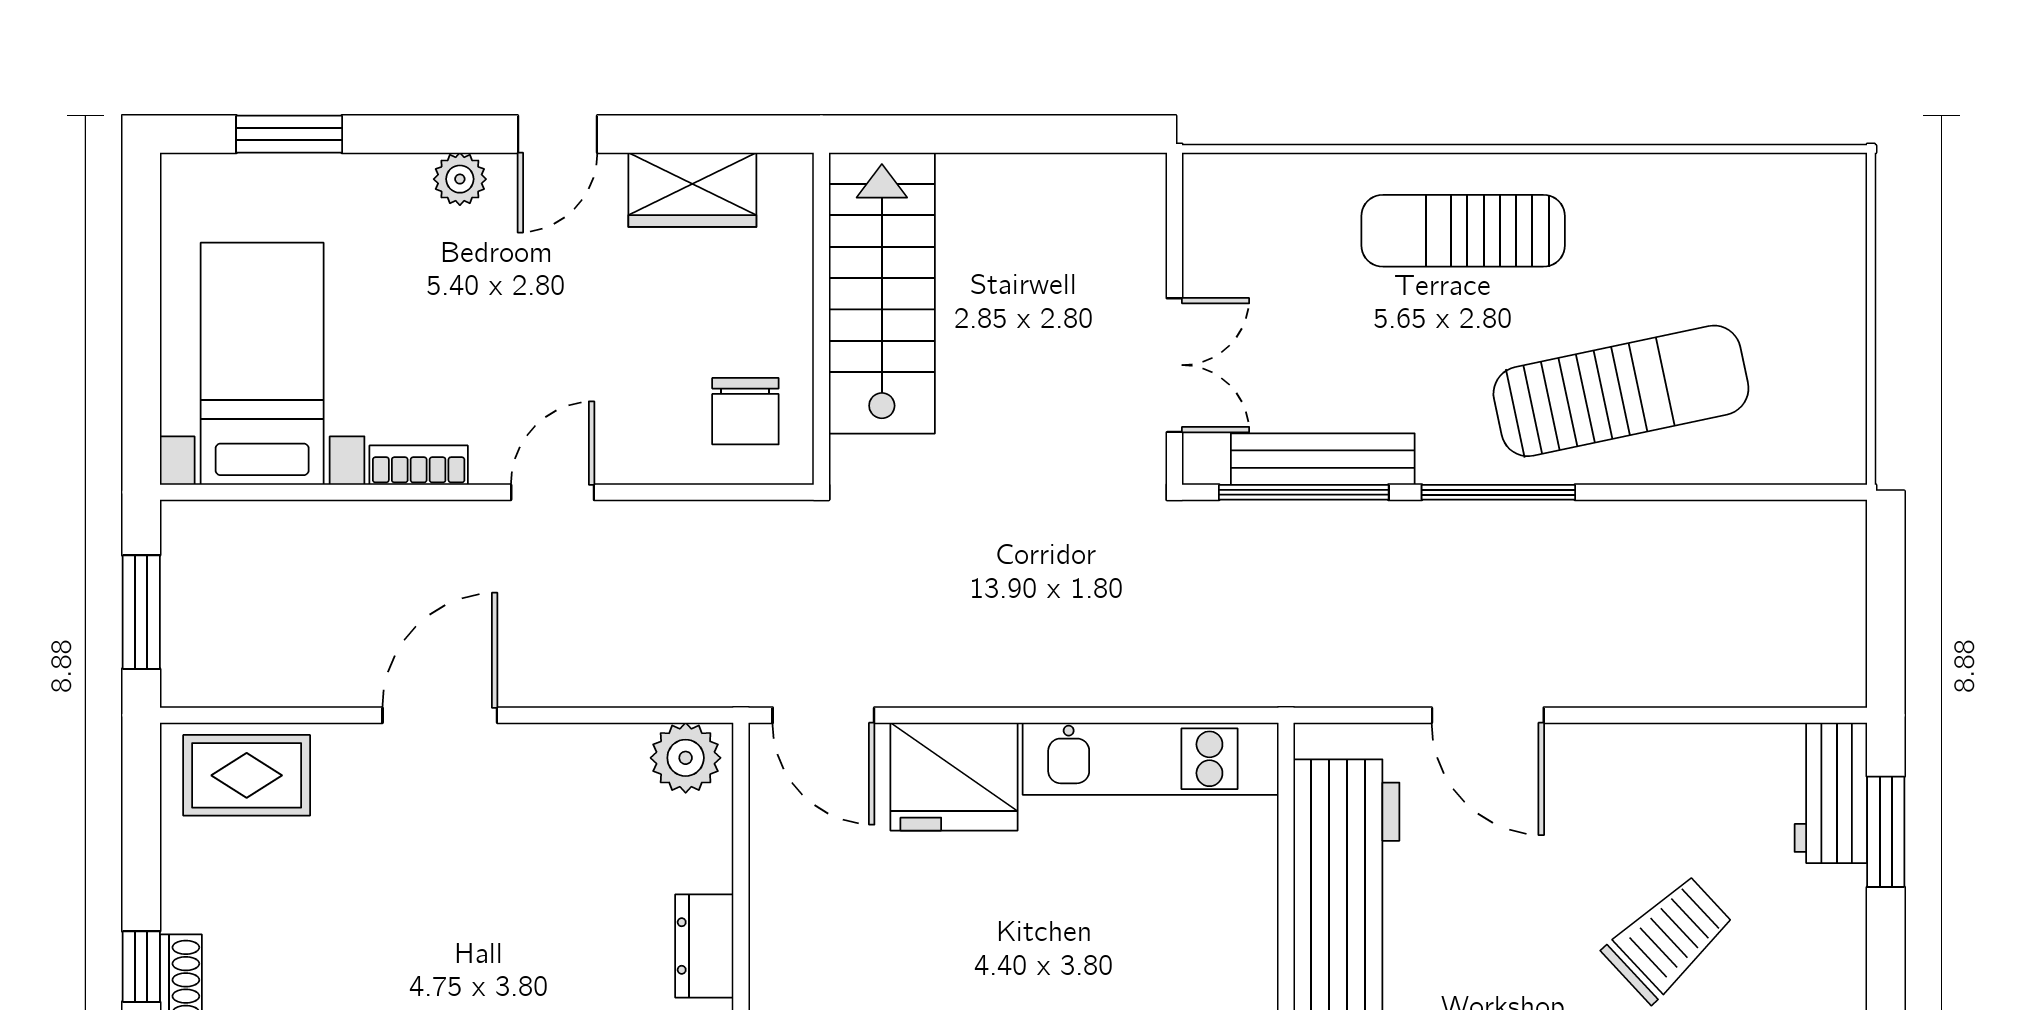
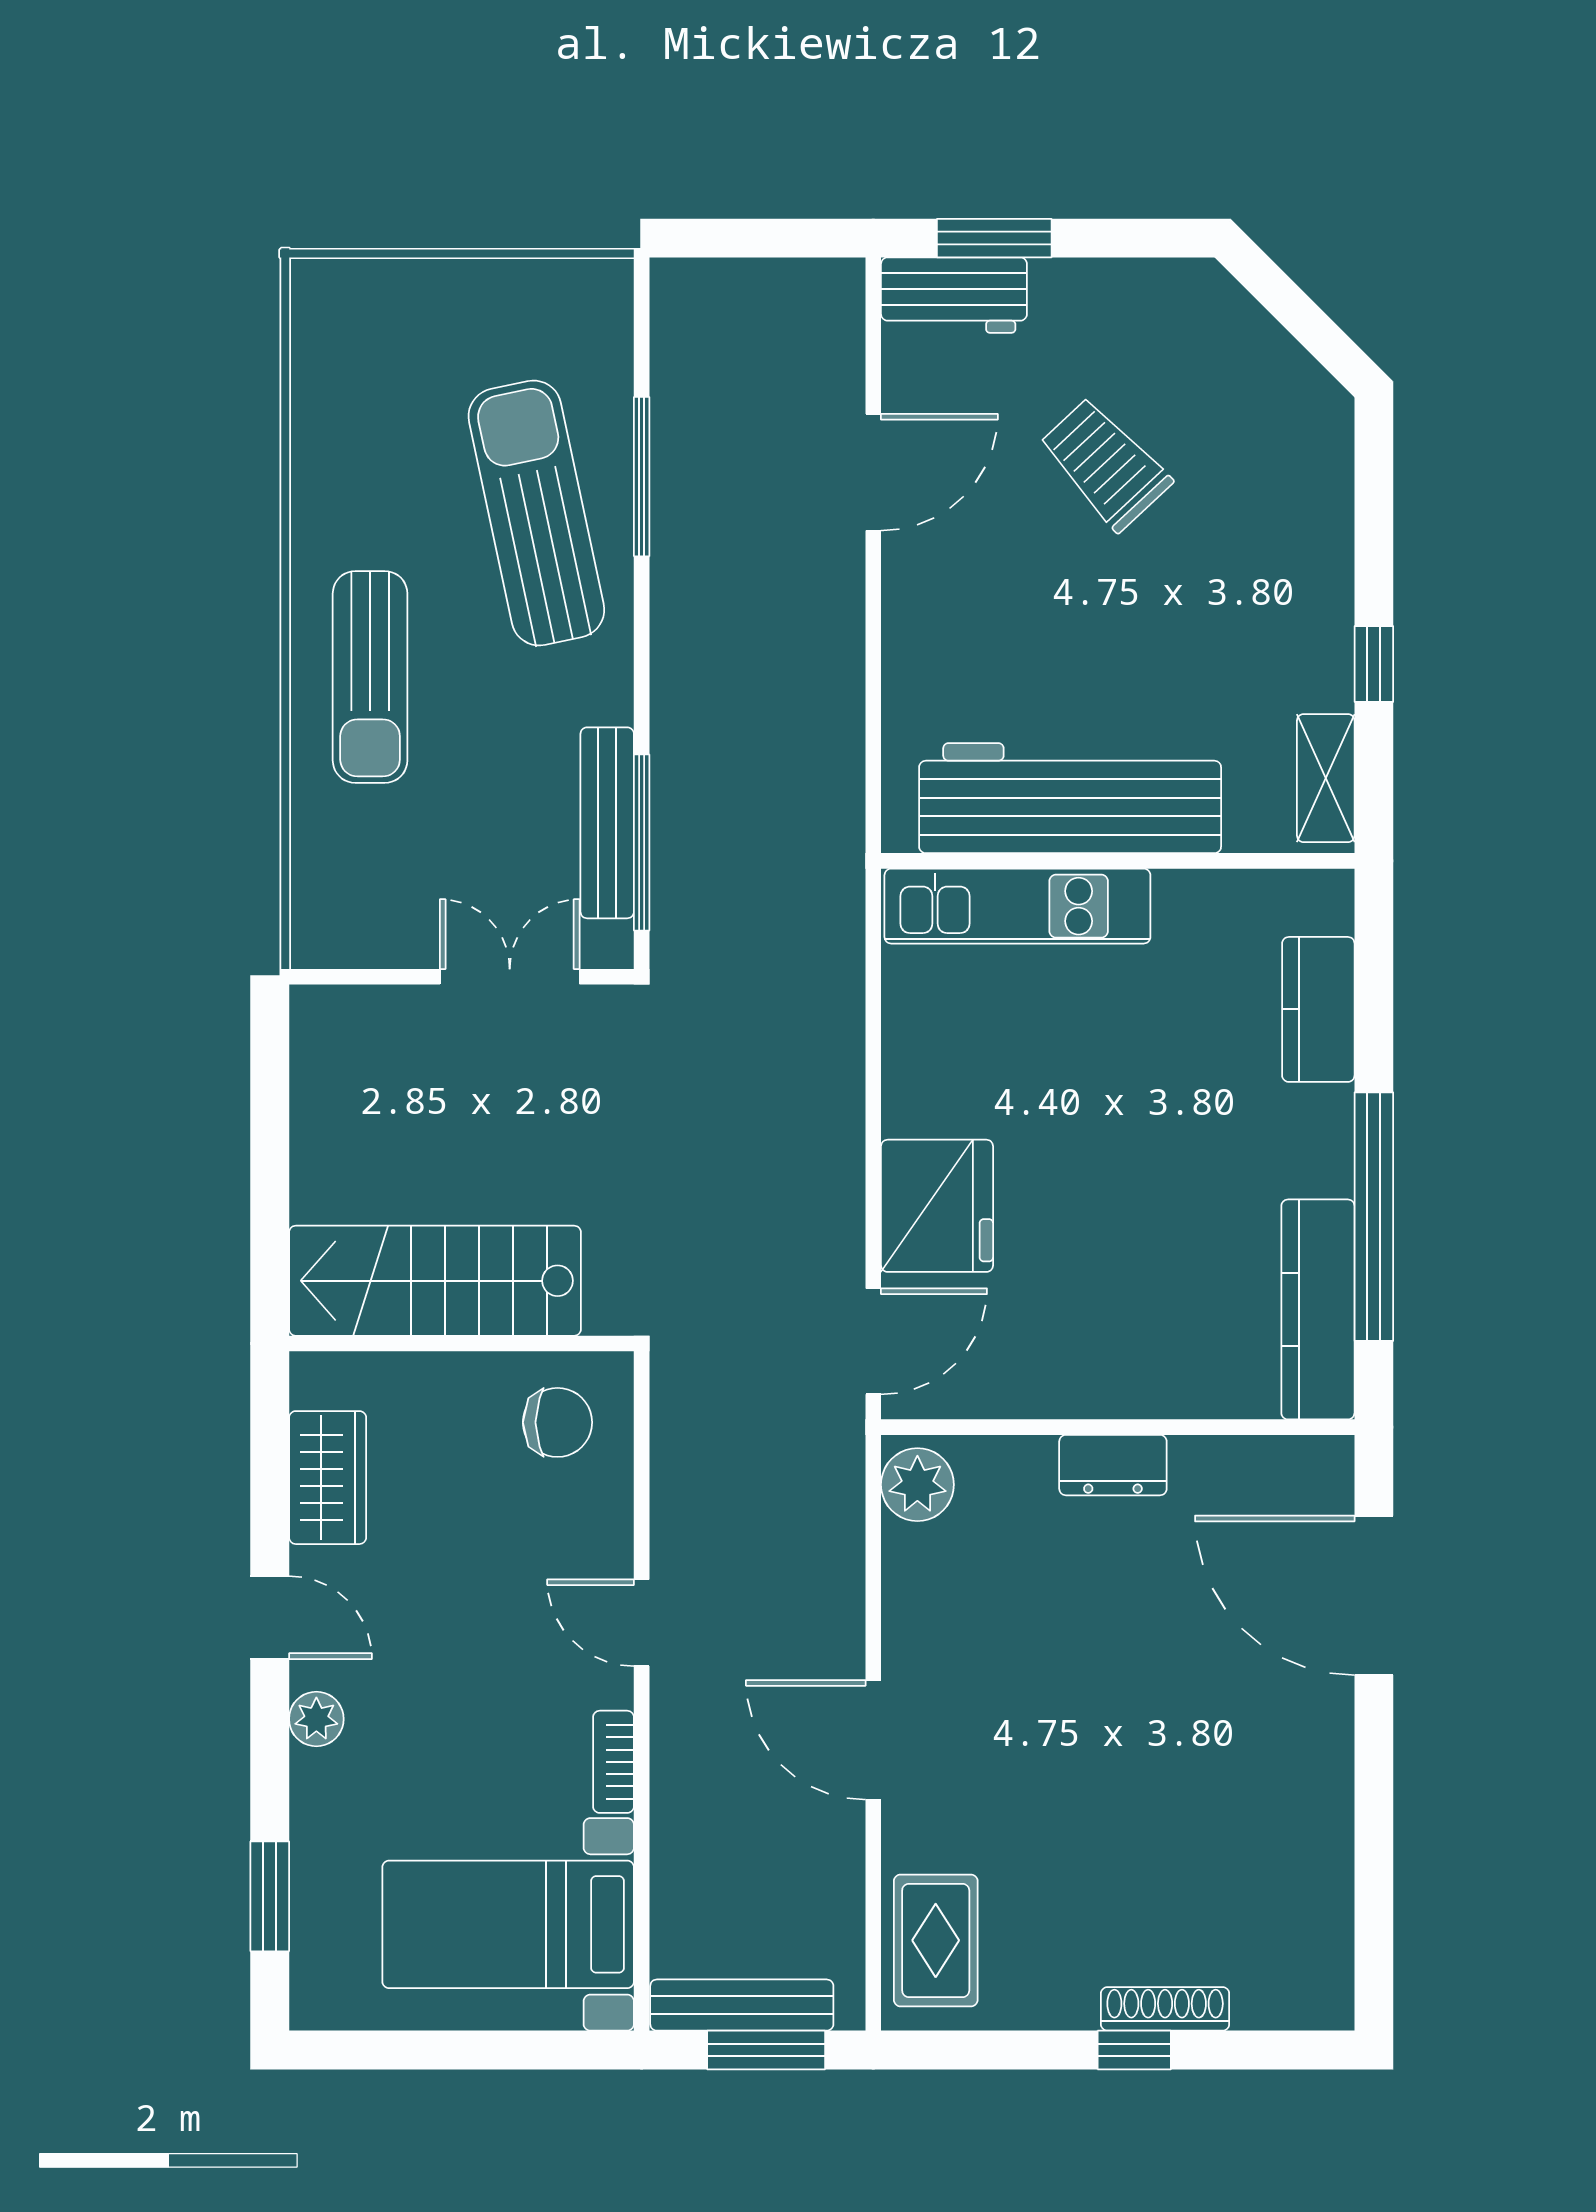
window: (1498, 492) -> (642, 477), moved
bench: (184, 589) -> (742, 2005), added
door: (1488, 715) -> (873, 472), moved
kitchen unit: (1151, 759) -> (1017, 906), moved, turned 90

